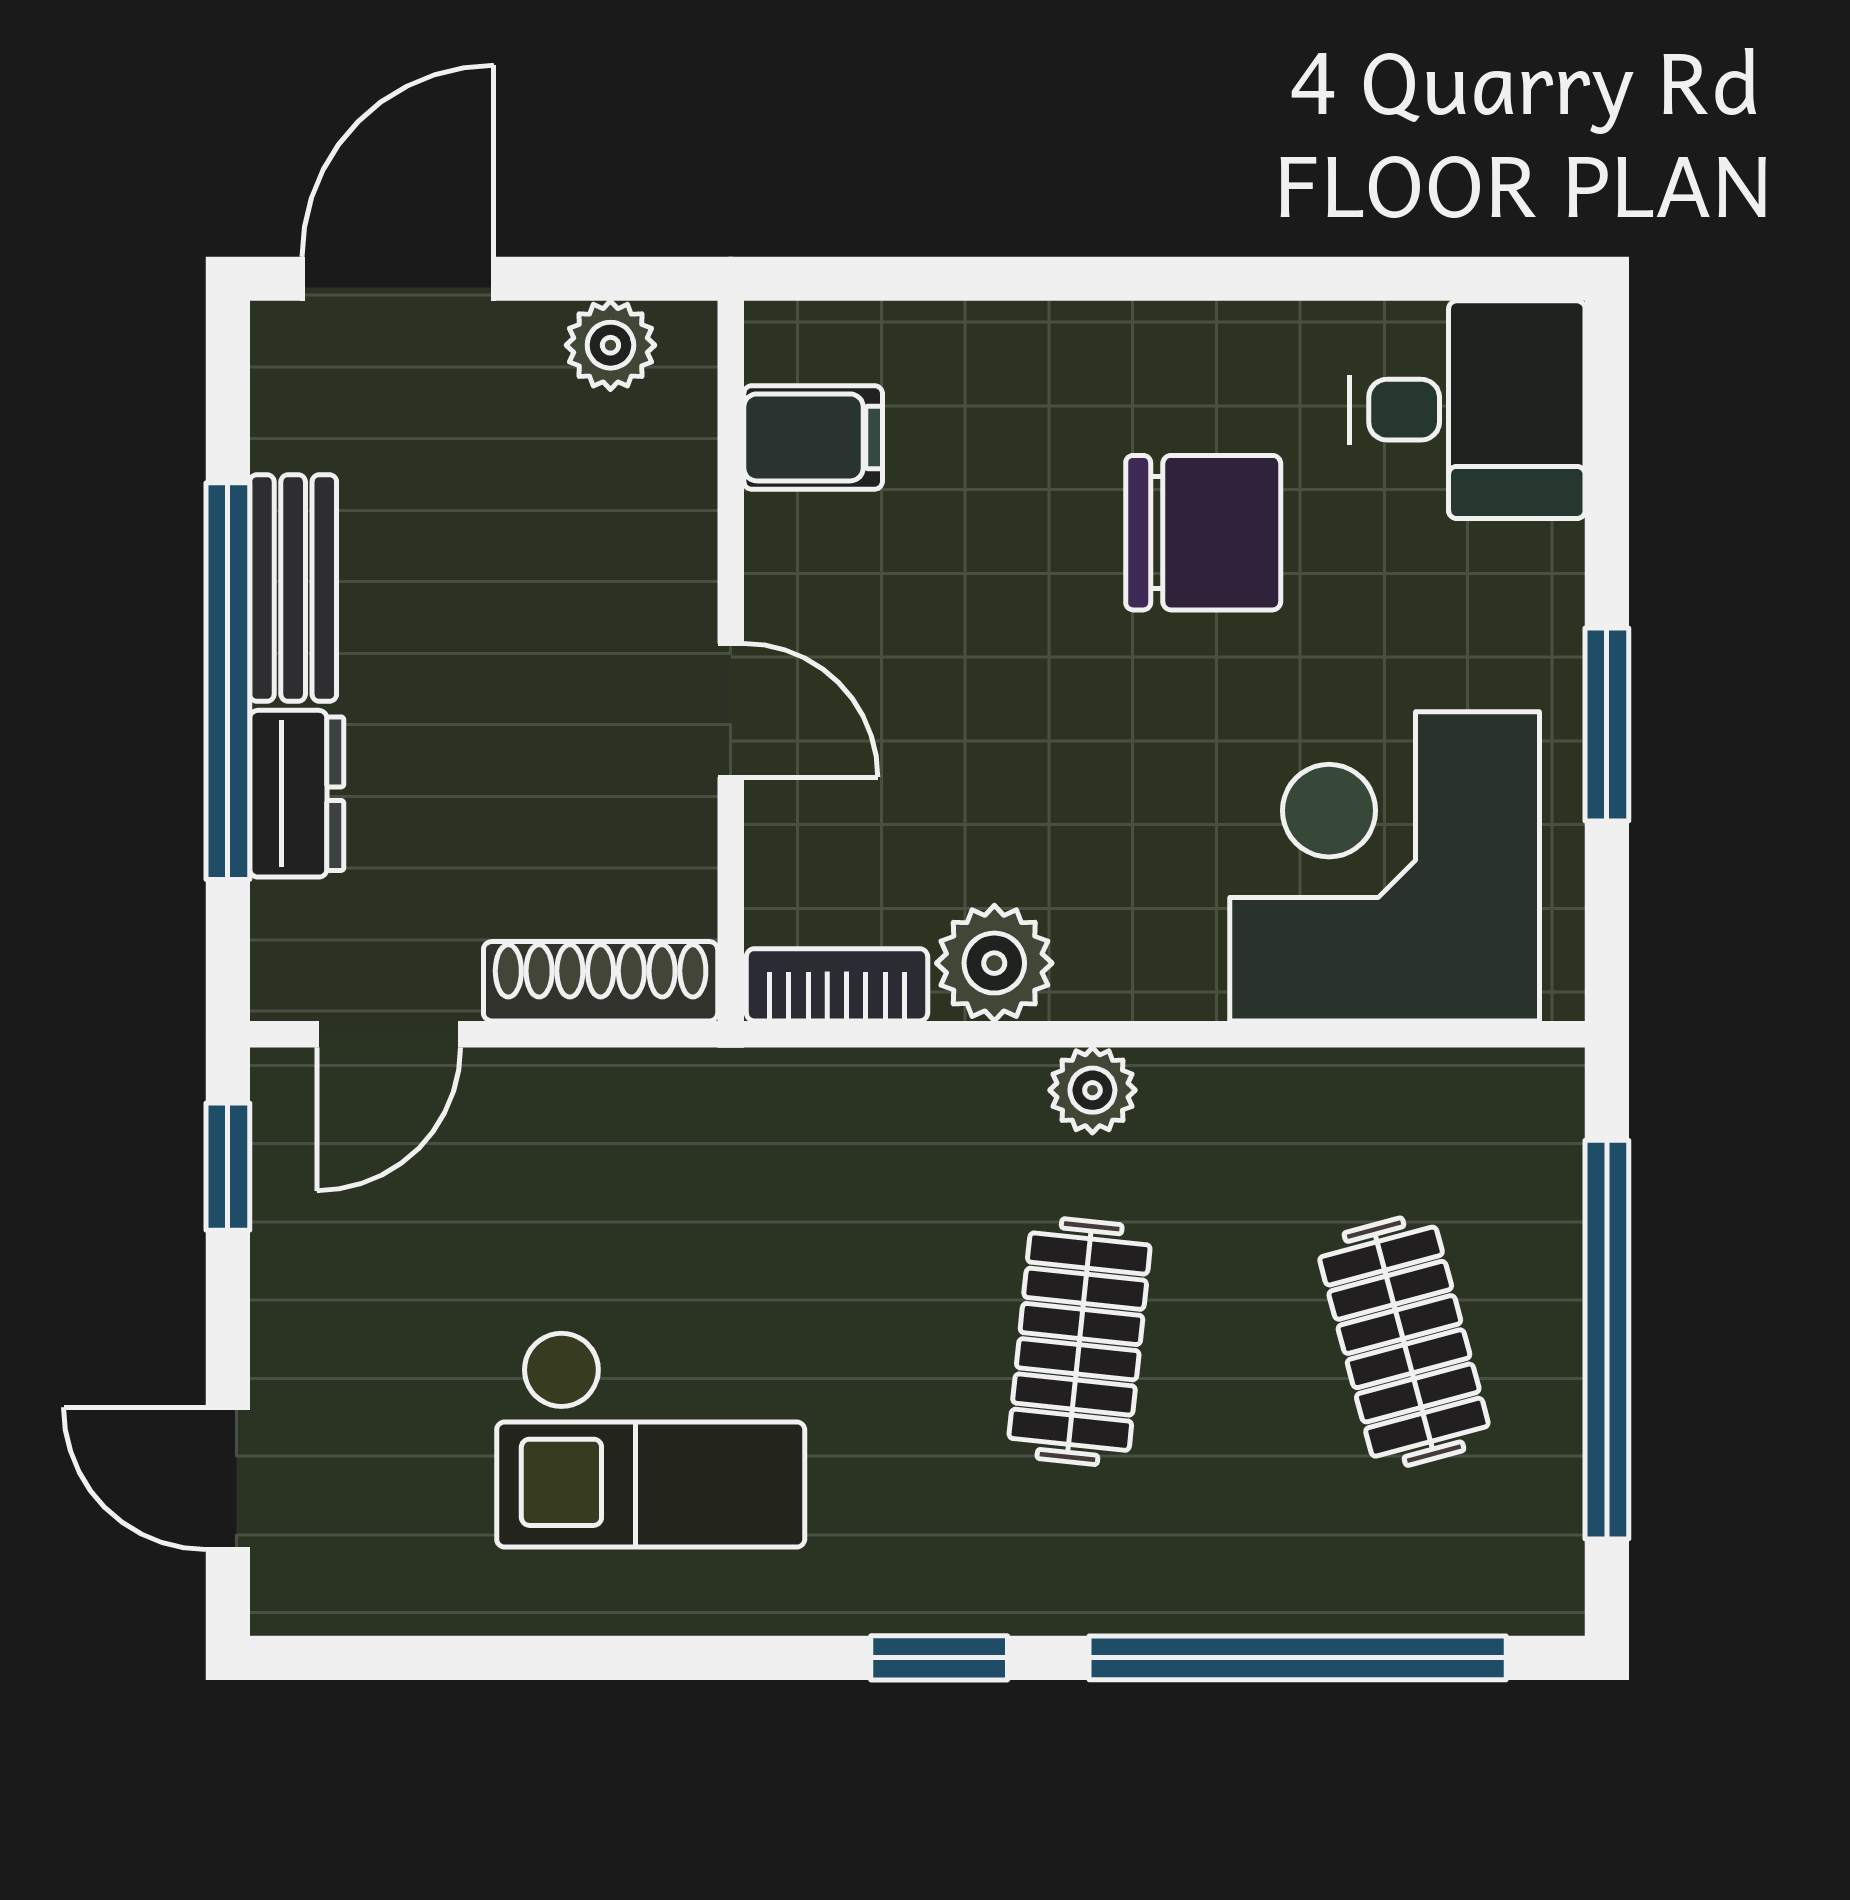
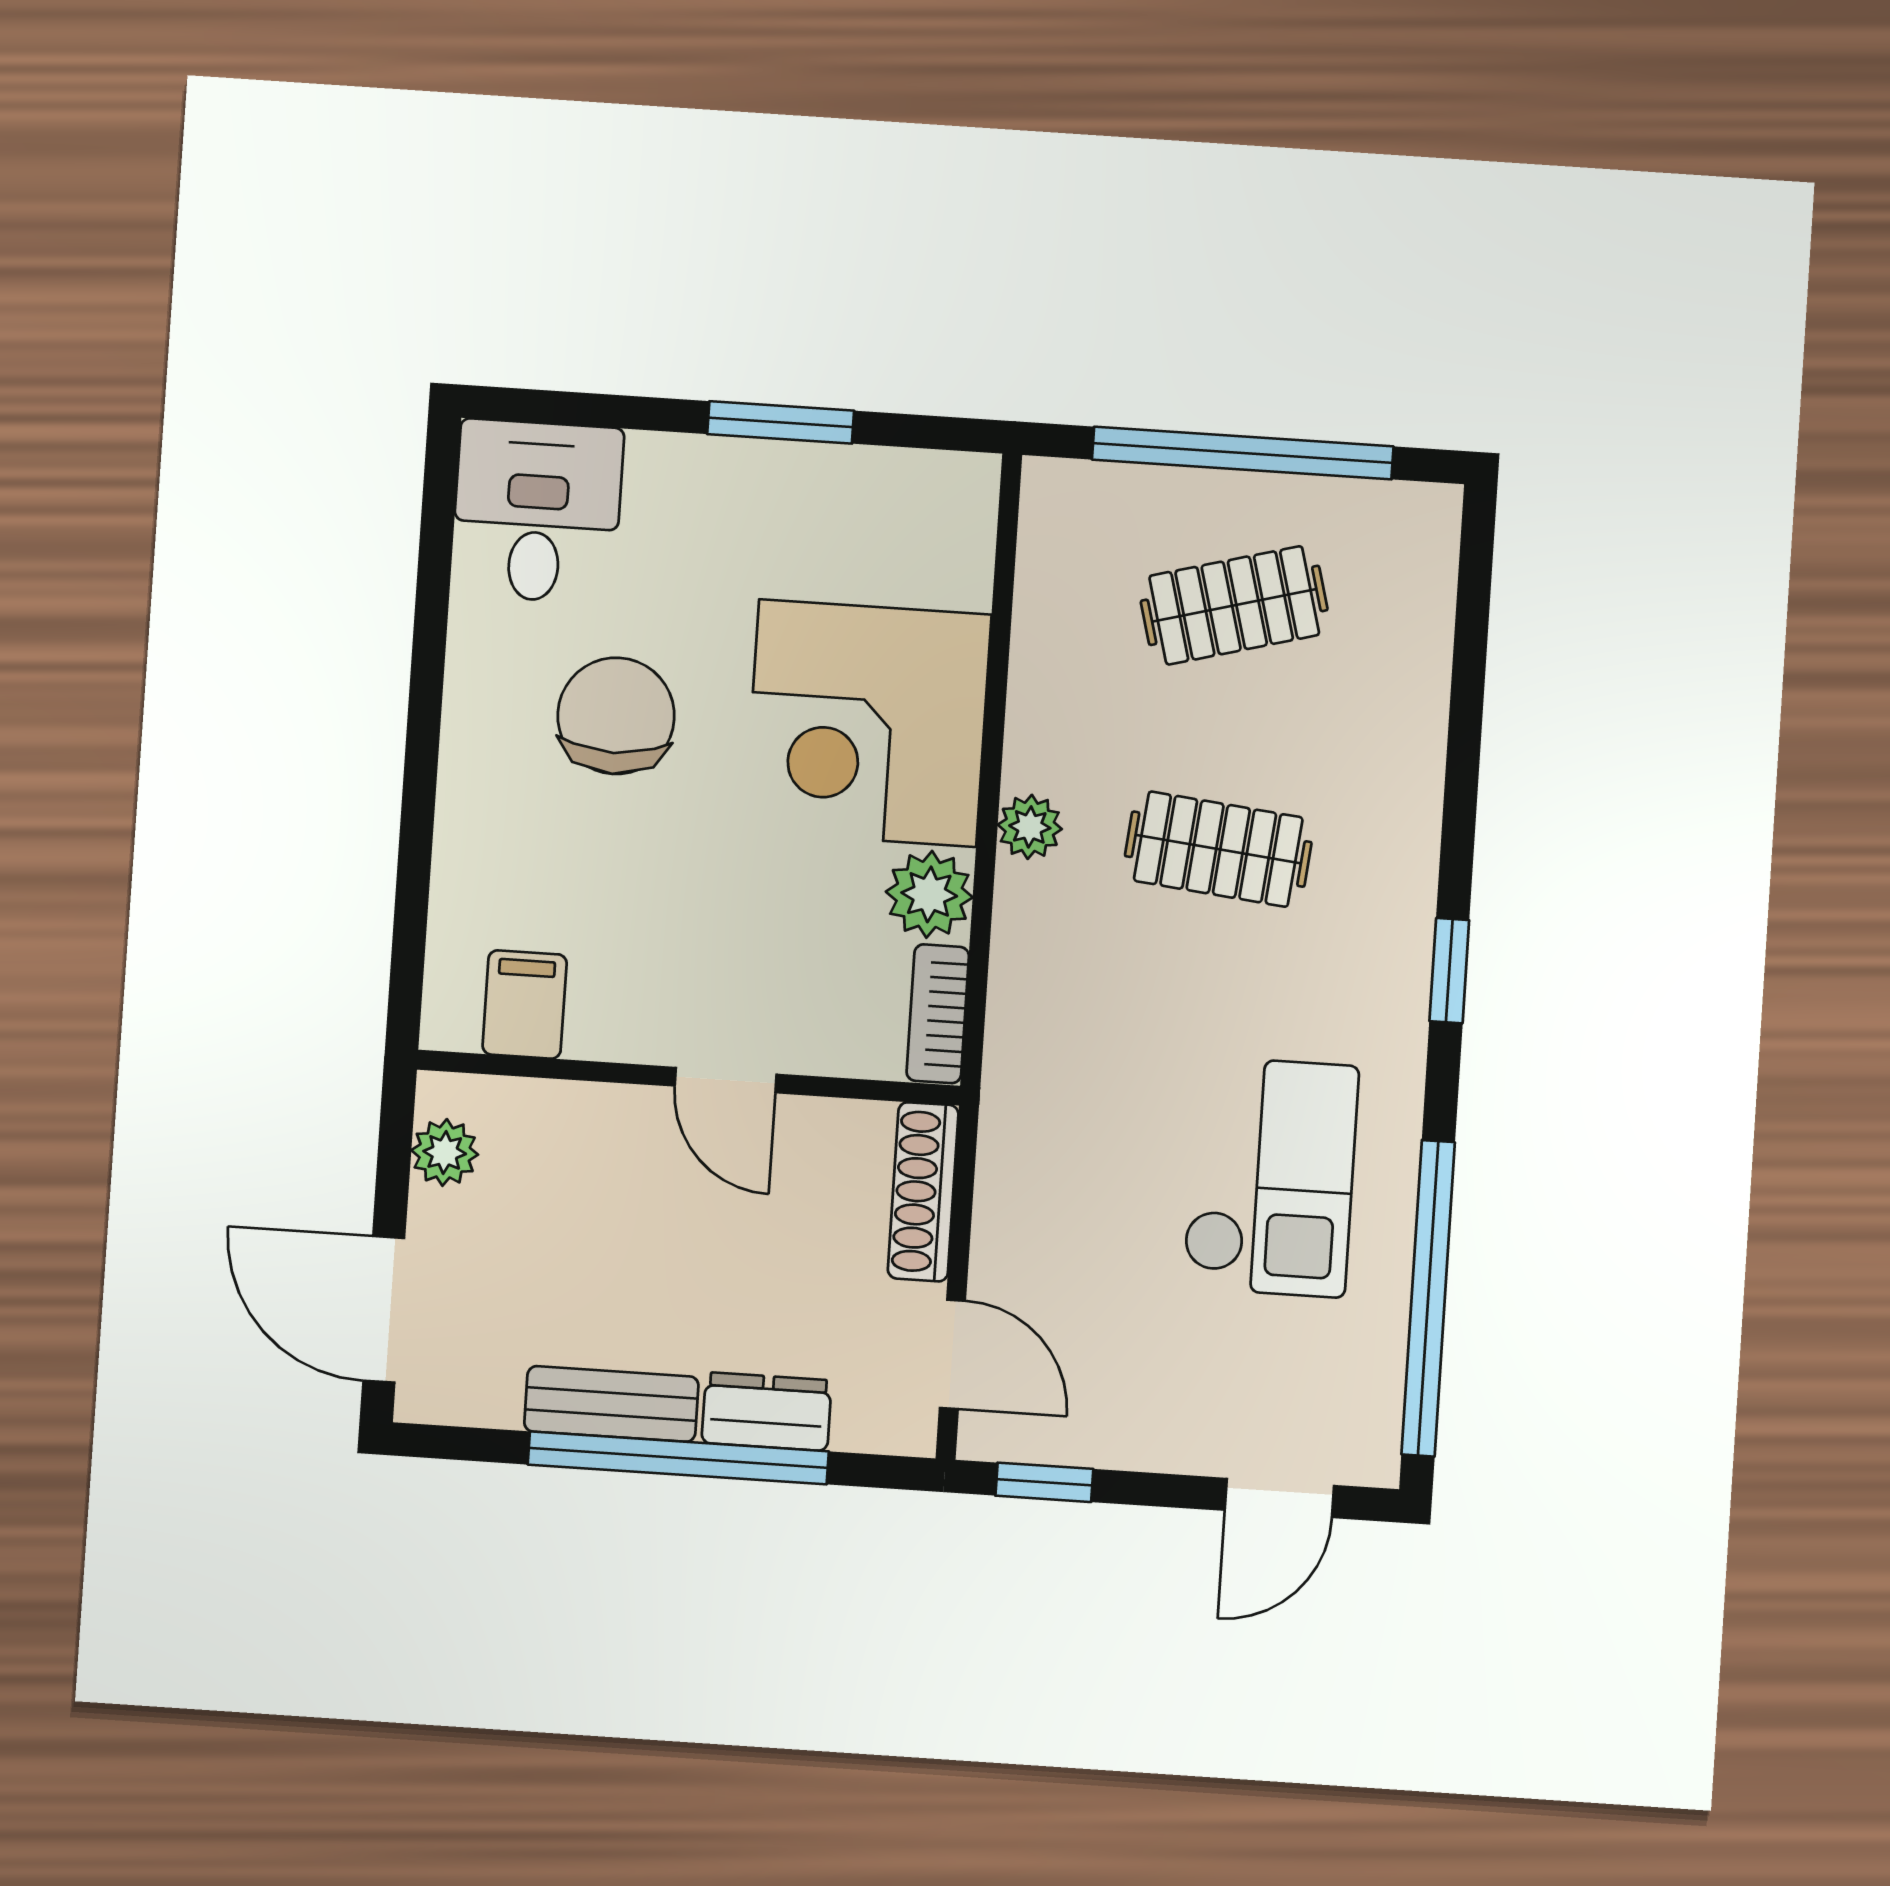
door: (731, 710) -> (726, 1080), swing flipped
corner desk: (1385, 866) -> (868, 723), moved
window: (1298, 1658) -> (1428, 1298), moved

